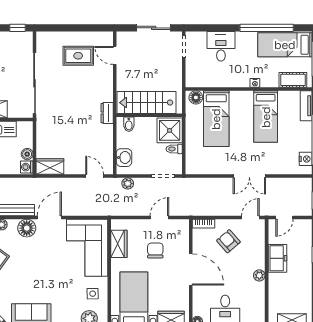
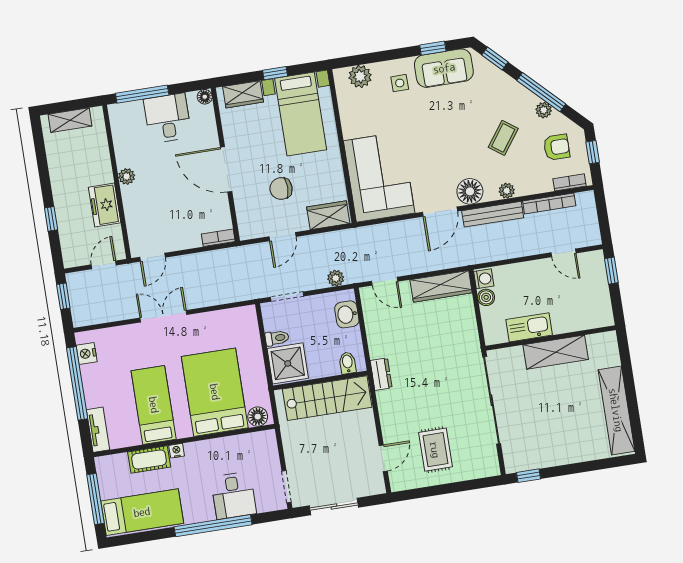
window: (267, 28) -> (213, 526), moved
door: (115, 55) -> (383, 458), hinge flipped
rug: (78, 56) -> (435, 450), turned 90
cot: (293, 80) -> (149, 460), moved
bed: (216, 119) -> (215, 392), width x1.50
wardrobe: (50, 167) -> (441, 286), width x1.50
armchair: (228, 241) -> (179, 218), removed
wardrobe: (119, 244) -> (328, 215), moved, turned 90
chair: (155, 250) -> (281, 189), turned 90
side table: (93, 294) -> (400, 83), moved

